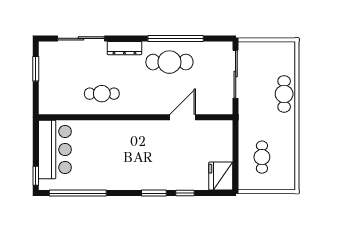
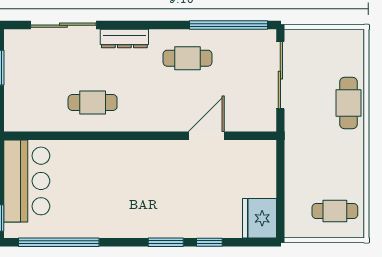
window: (176, 38) -> (229, 25), moved
cafe table: (169, 62) -> (188, 58), width x0.73, depth x0.74
cafe table: (262, 157) -> (335, 211), moved, turned 90

